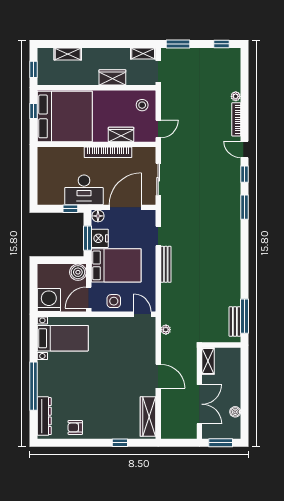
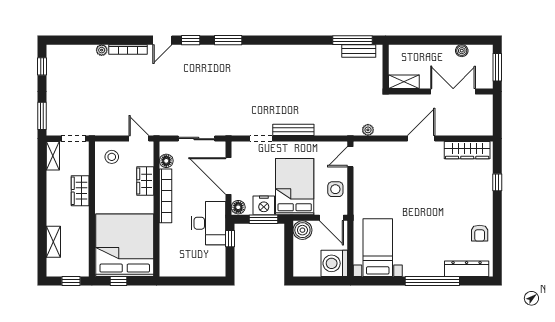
floor lamp: (139, 153) -> (166, 161), added

